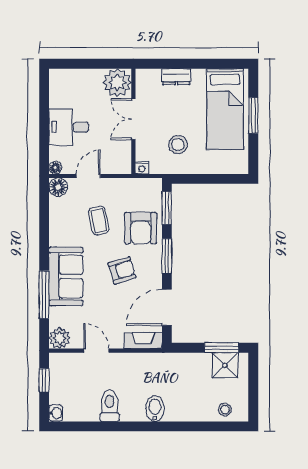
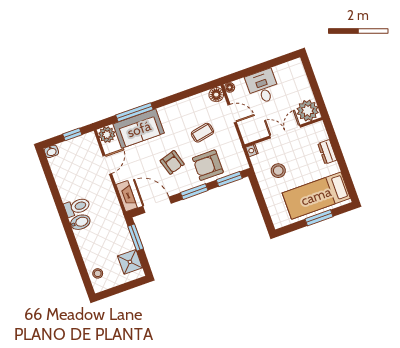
sofa: (66, 276) -> (139, 129), moved
window: (222, 348) -> (136, 238), moved
toilet: (110, 406) -> (77, 207), moved

